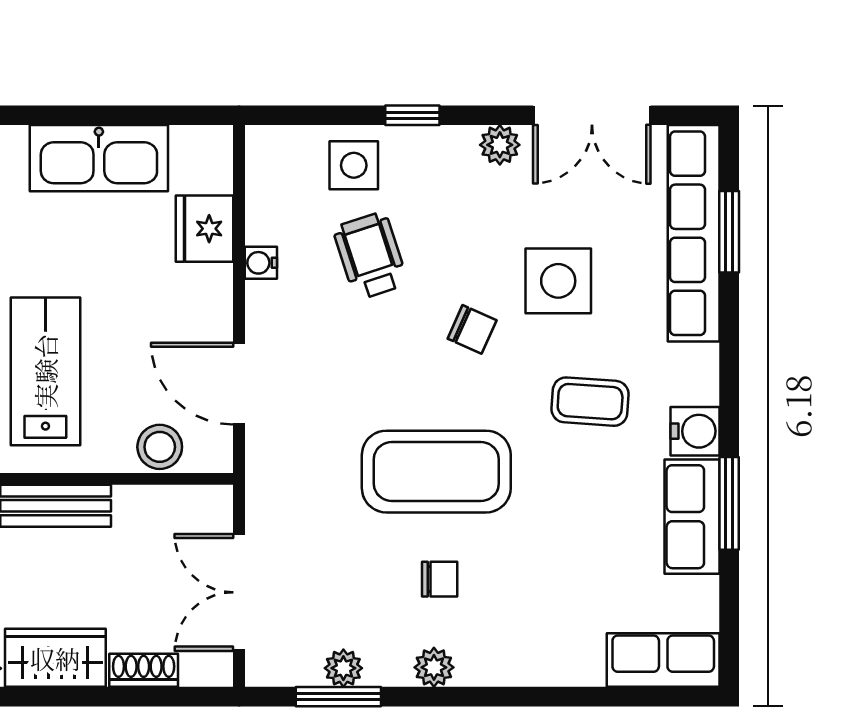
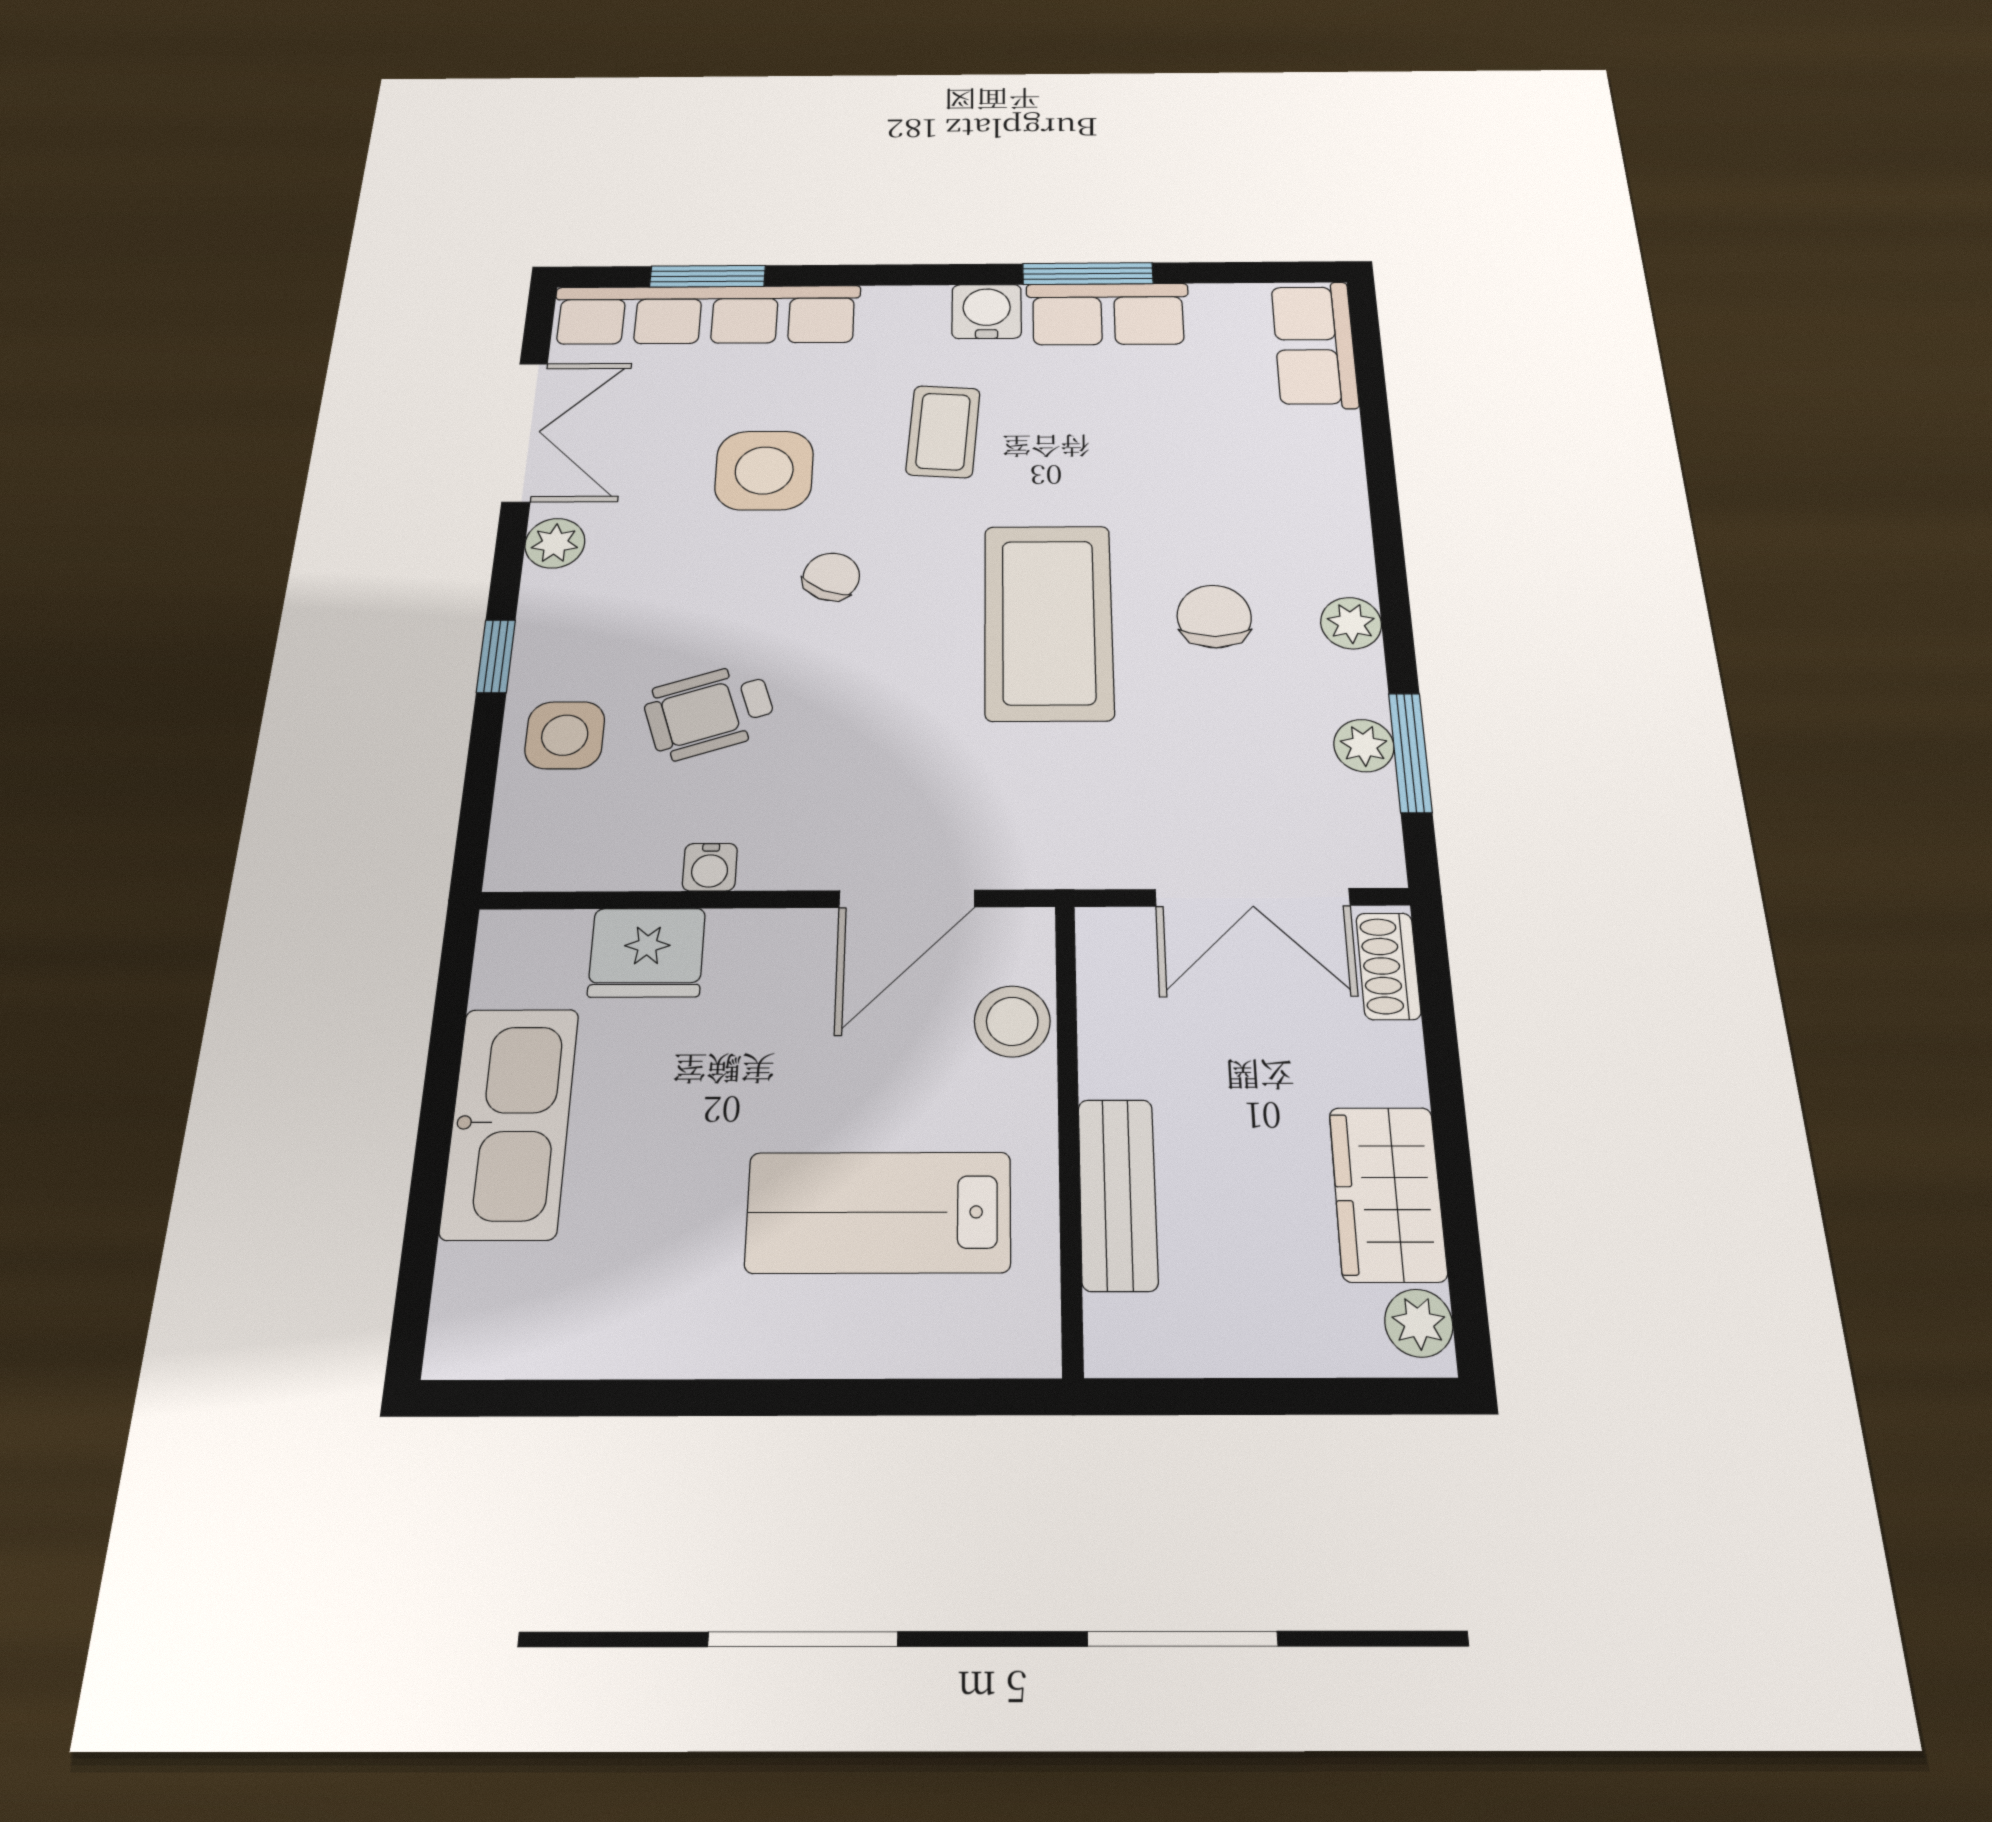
chair: (440, 579) -> (1214, 616), width x1.37, depth x1.37
shoe rack: (144, 670) -> (1388, 966), moved

